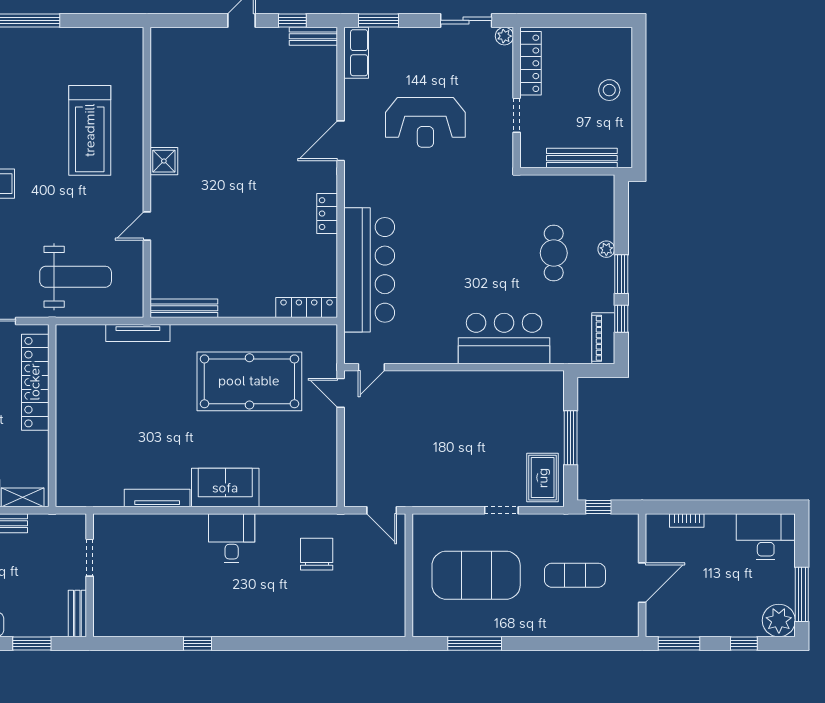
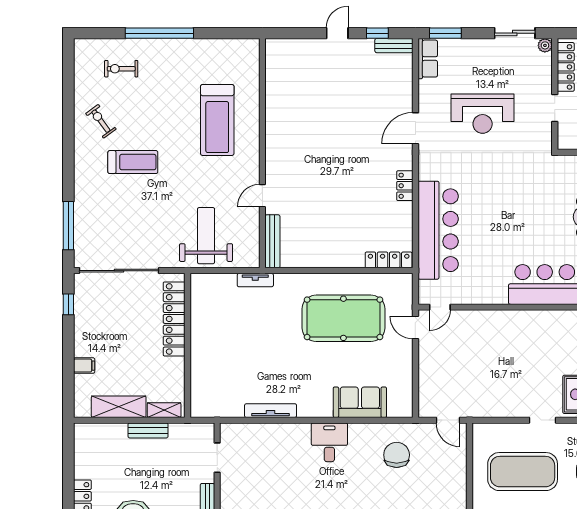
shower: (164, 161) -> (276, 144), removed
weight bench: (76, 277) -> (206, 236), turned -90
bench: (184, 308) -> (272, 241), moved, turned 90
tv unit: (138, 333) -> (255, 280), width x0.71
sofa: (225, 488) -> (360, 402), moved

